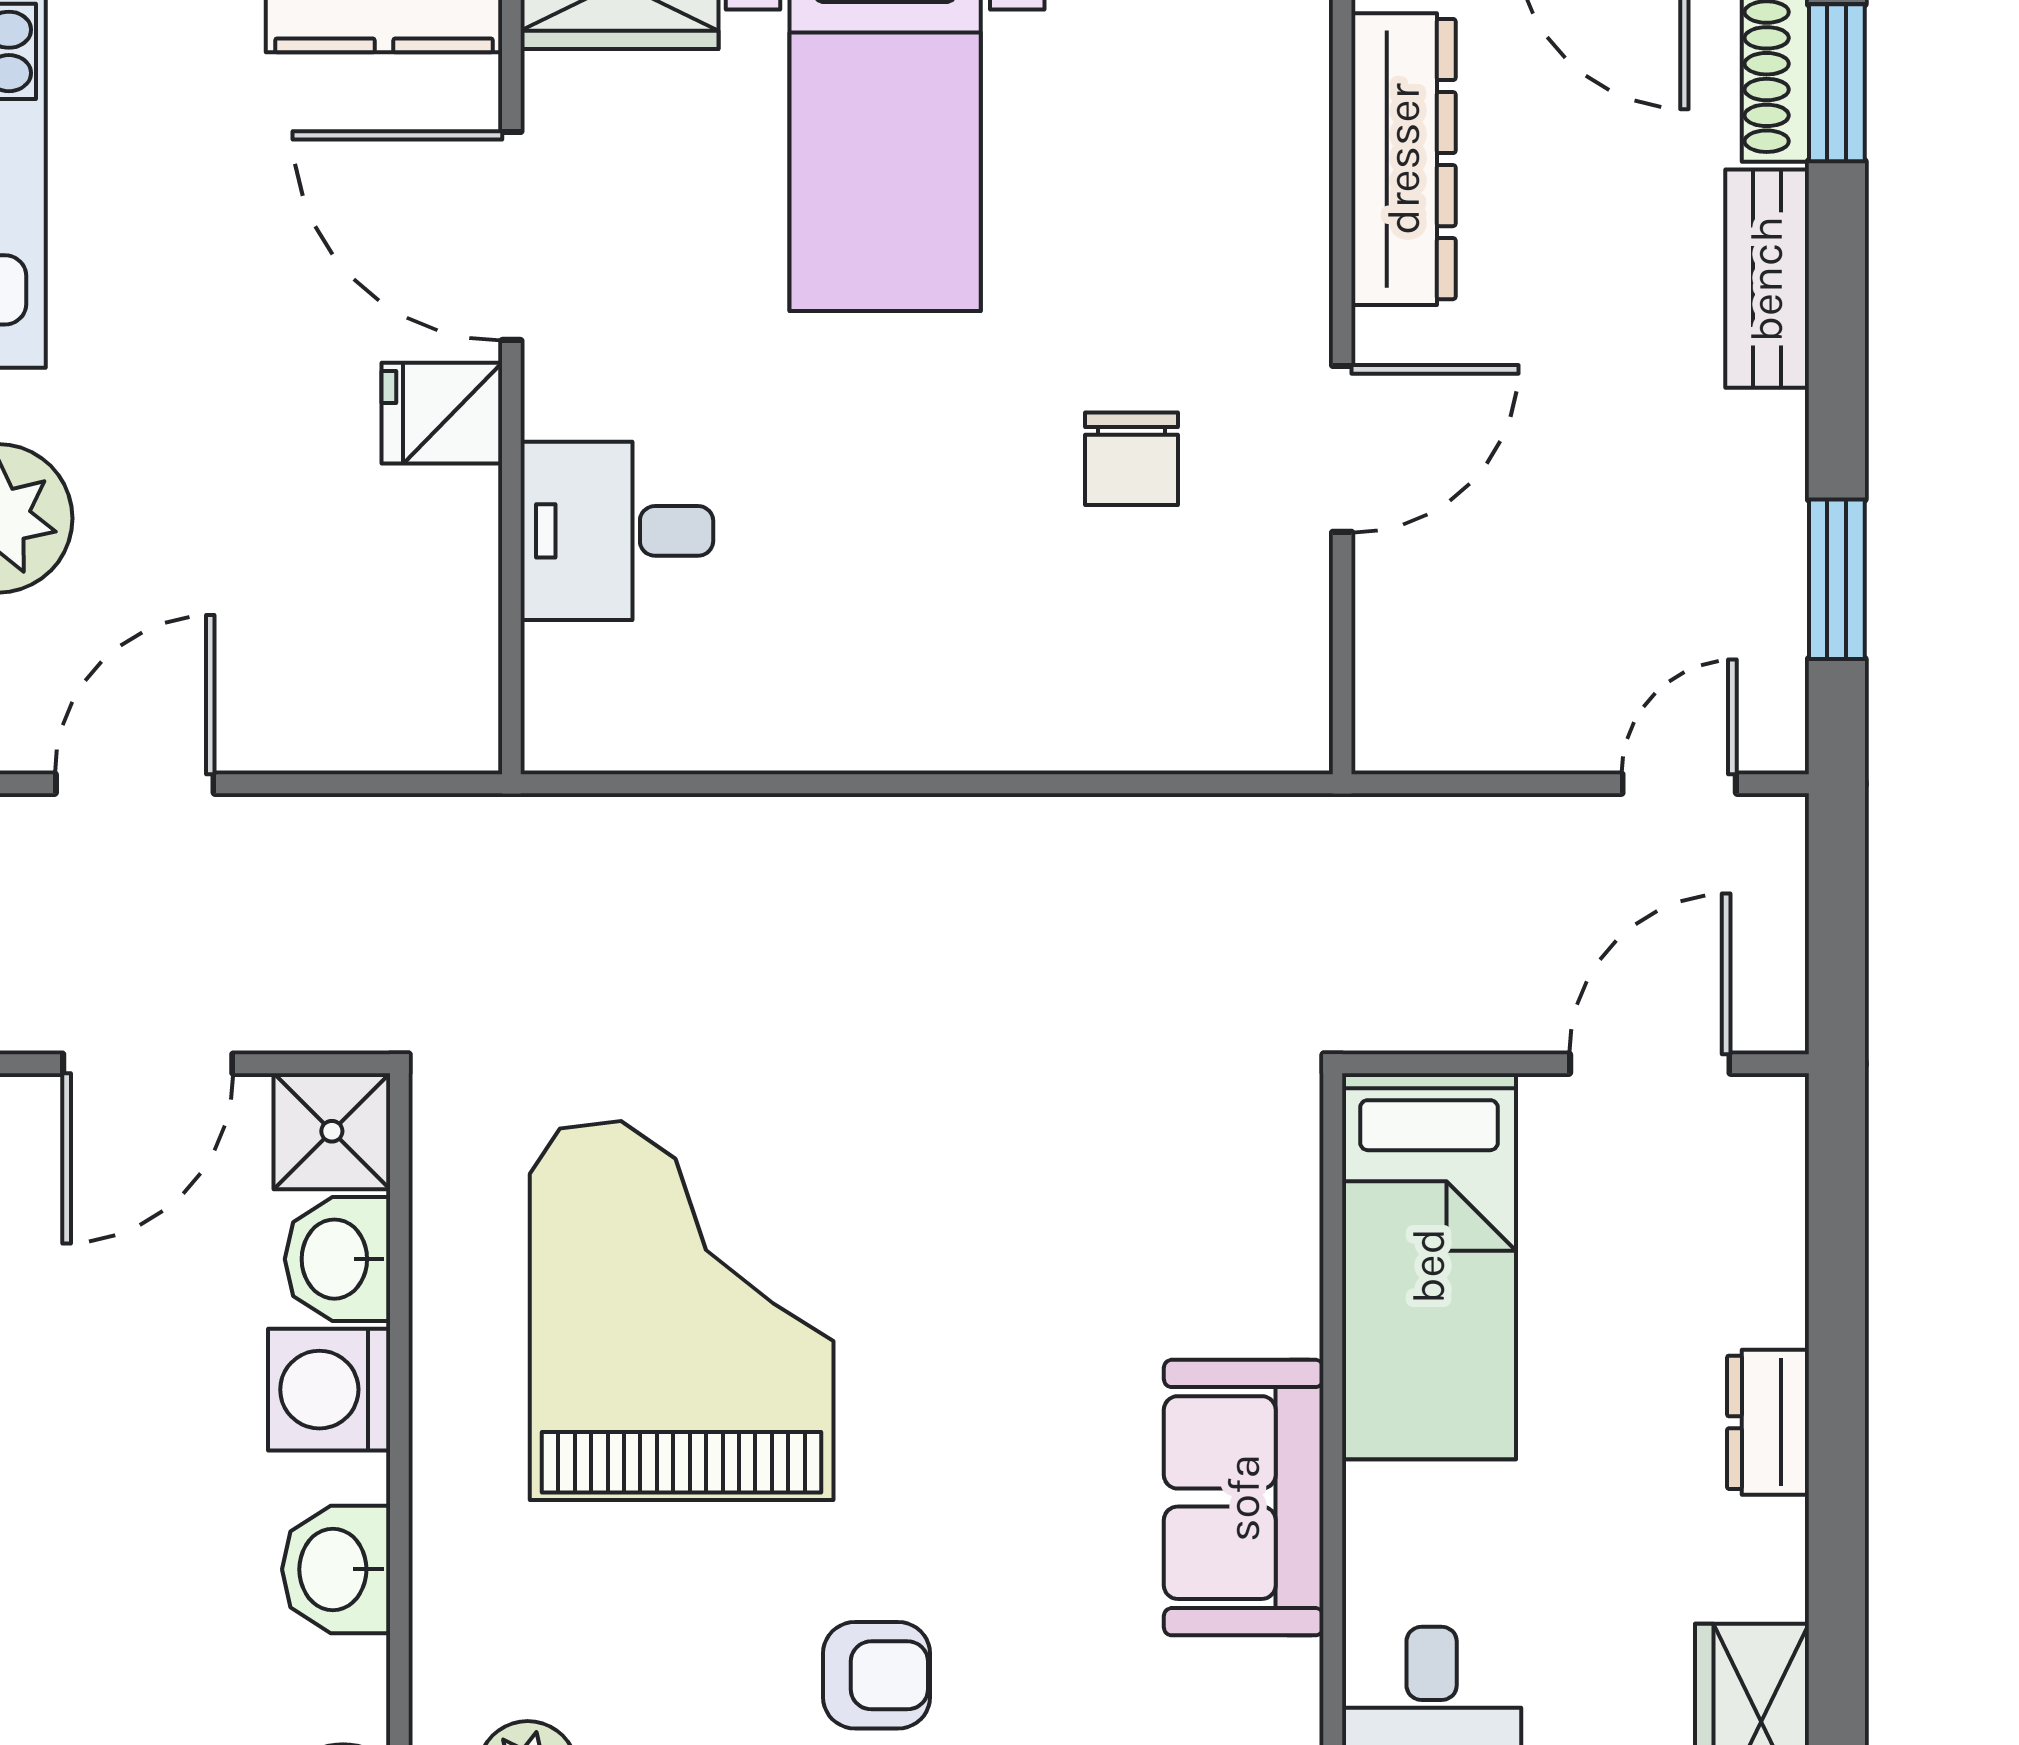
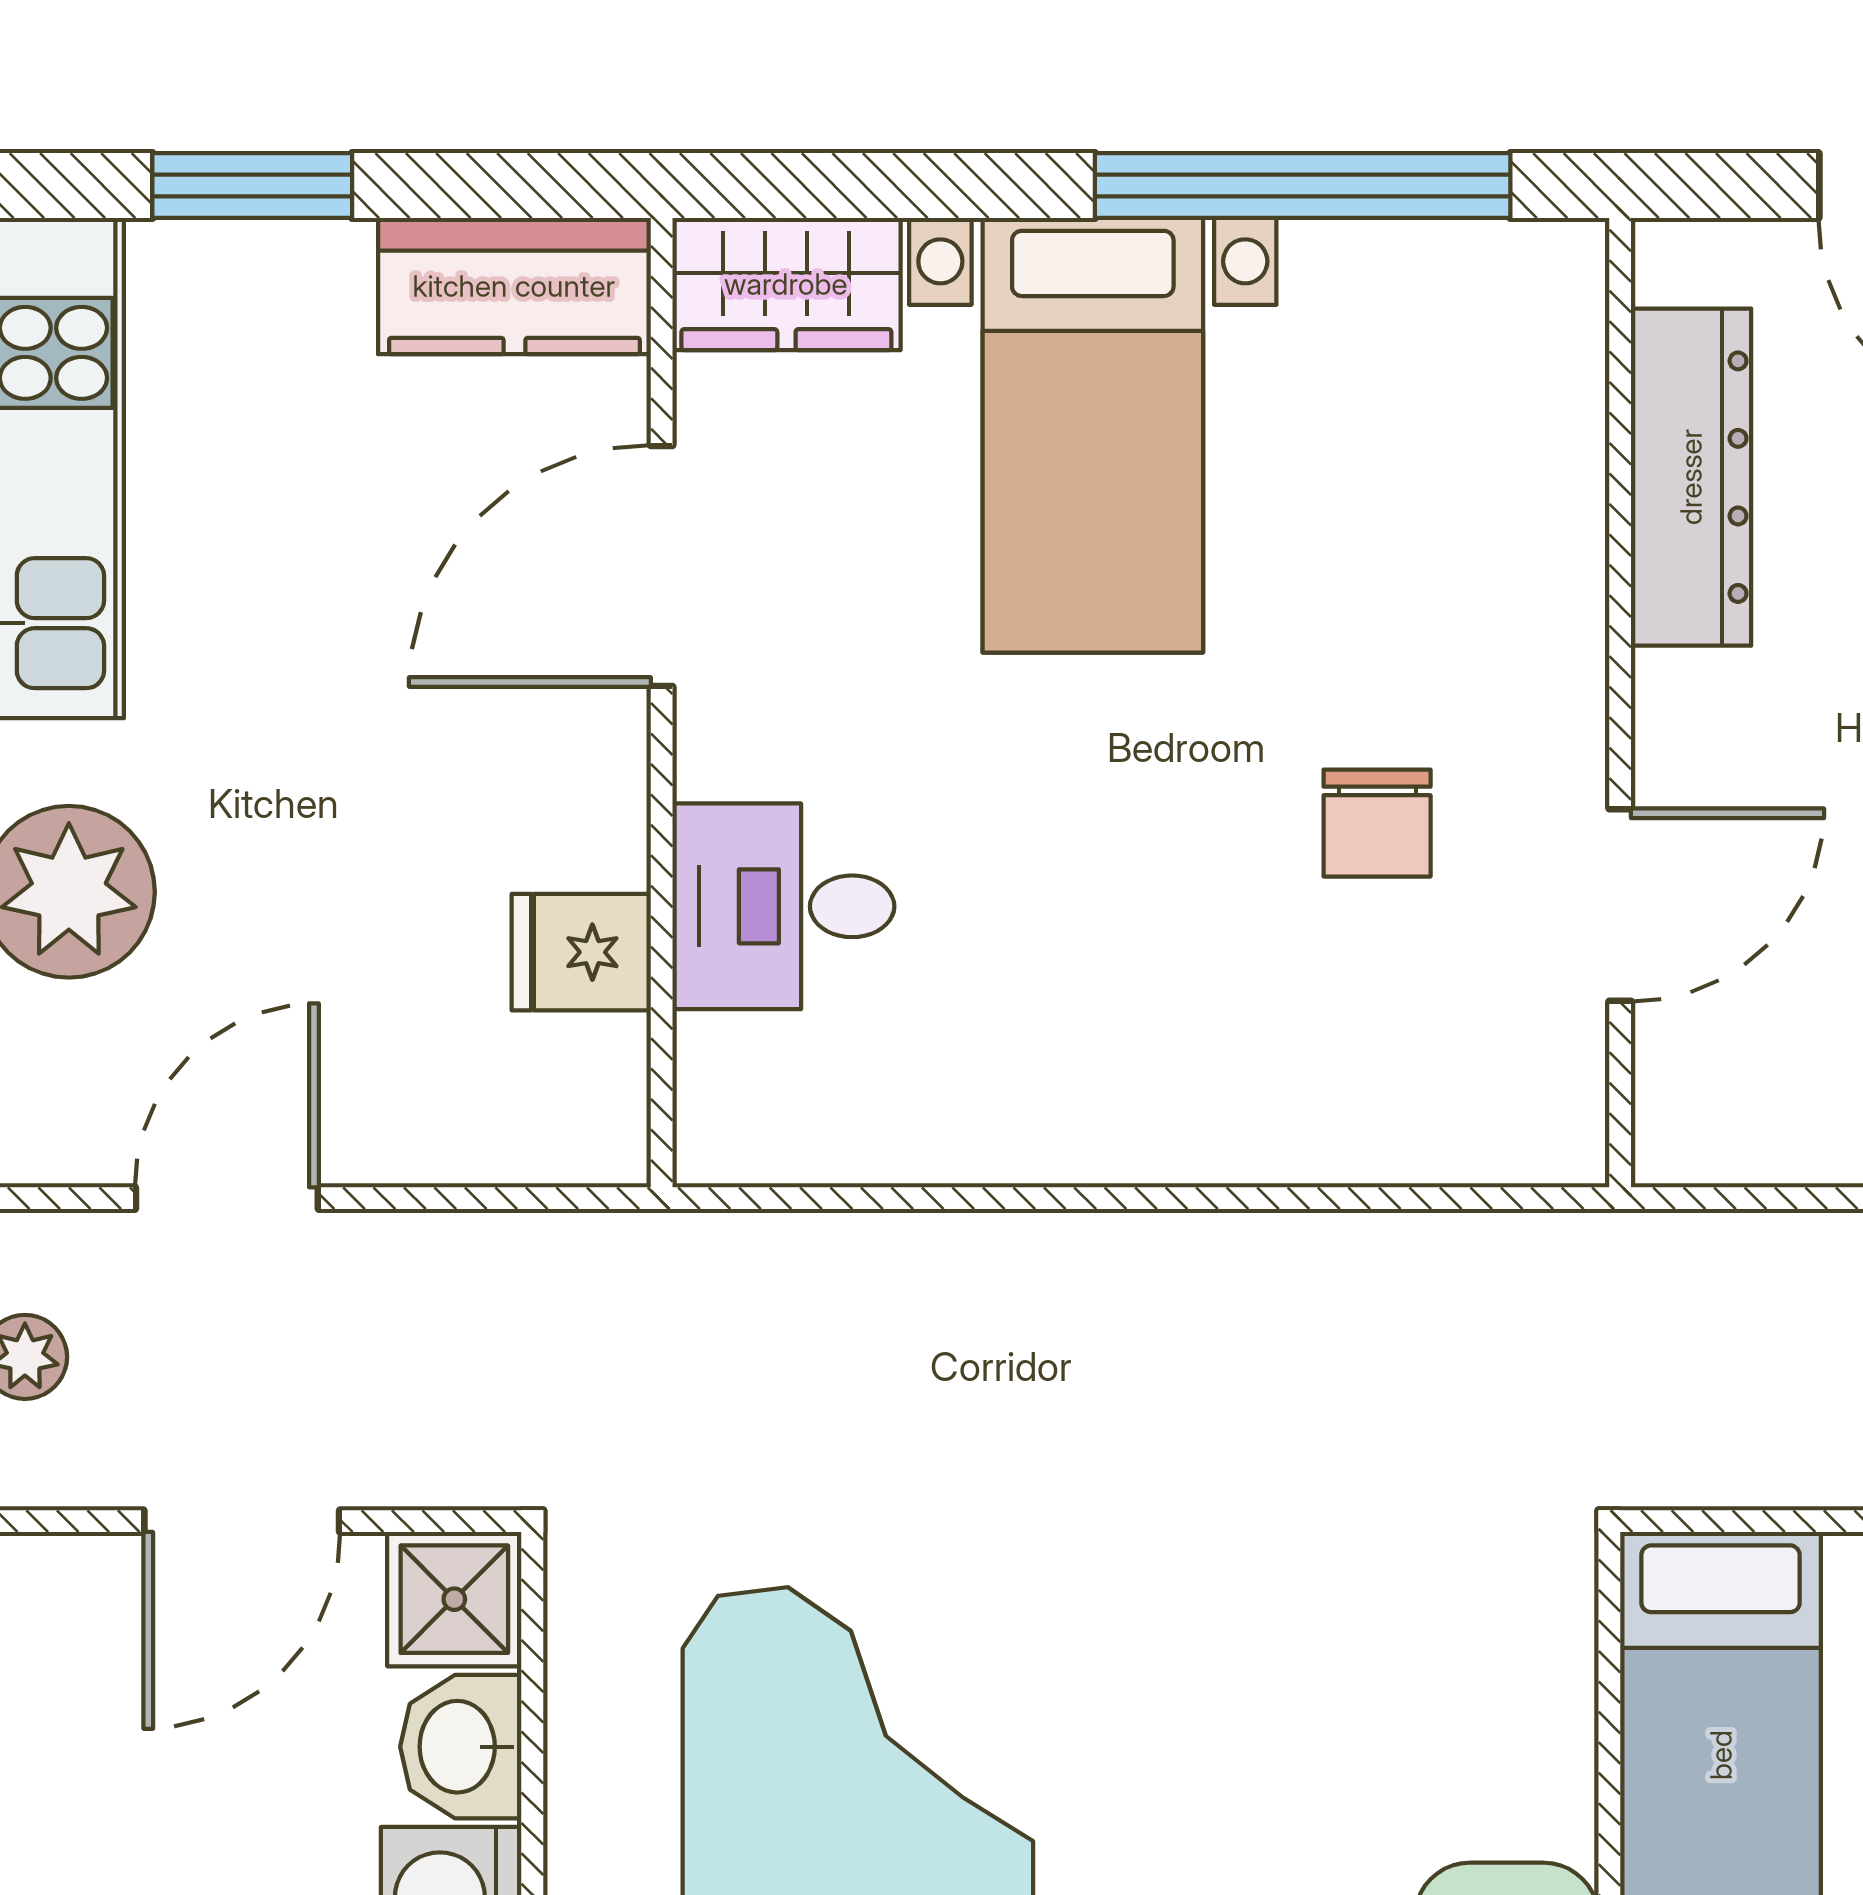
door: (511, 236) -> (662, 566), hinge flipped
fridge: (442, 413) -> (581, 952), moved
door: (1342, 449) -> (1620, 905), moved

